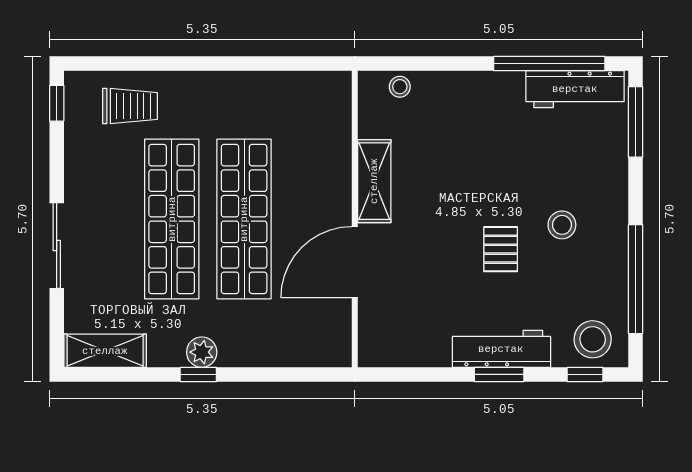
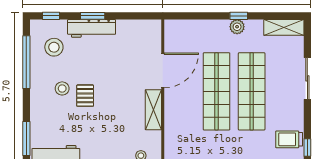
trolley: (130, 106) -> (289, 139), moved
pallet: (501, 249) -> (85, 96), moved
stool: (593, 339) -> (54, 47), moved

